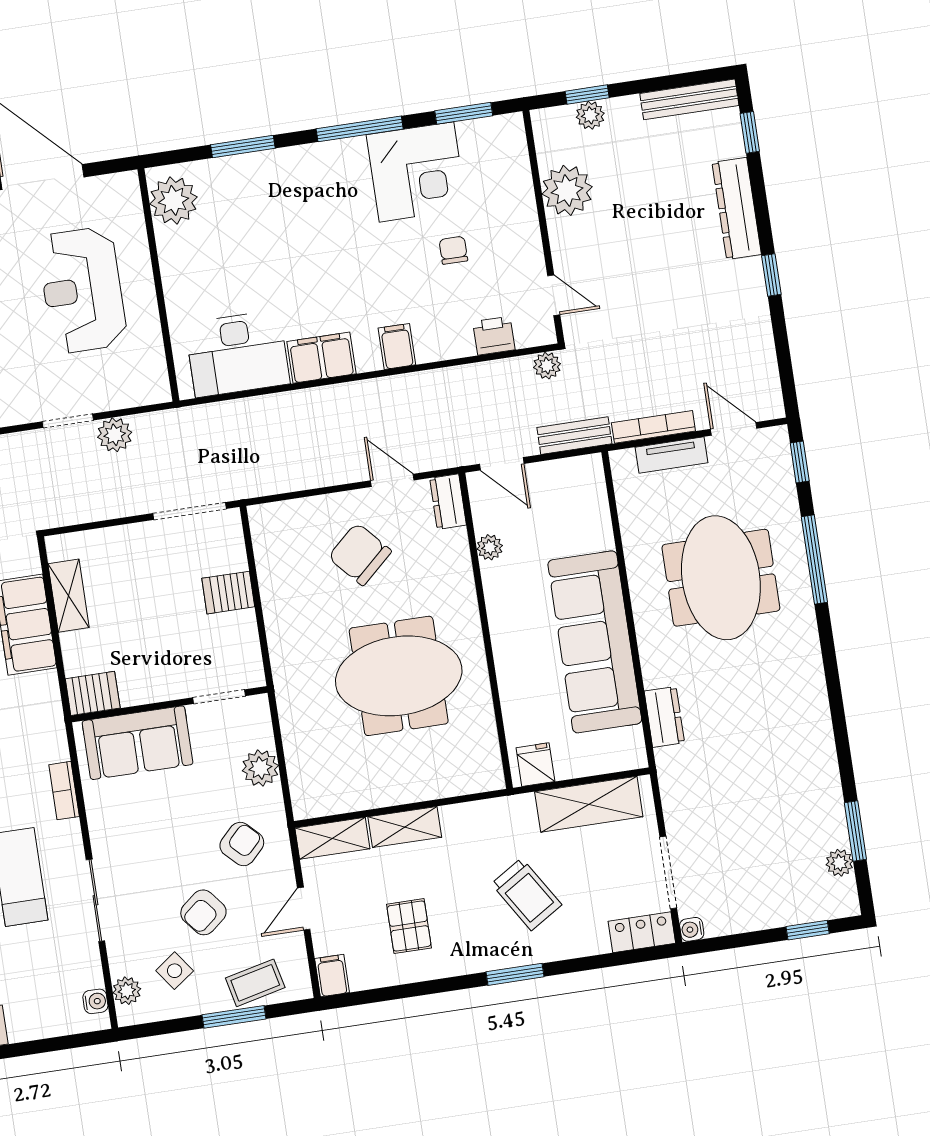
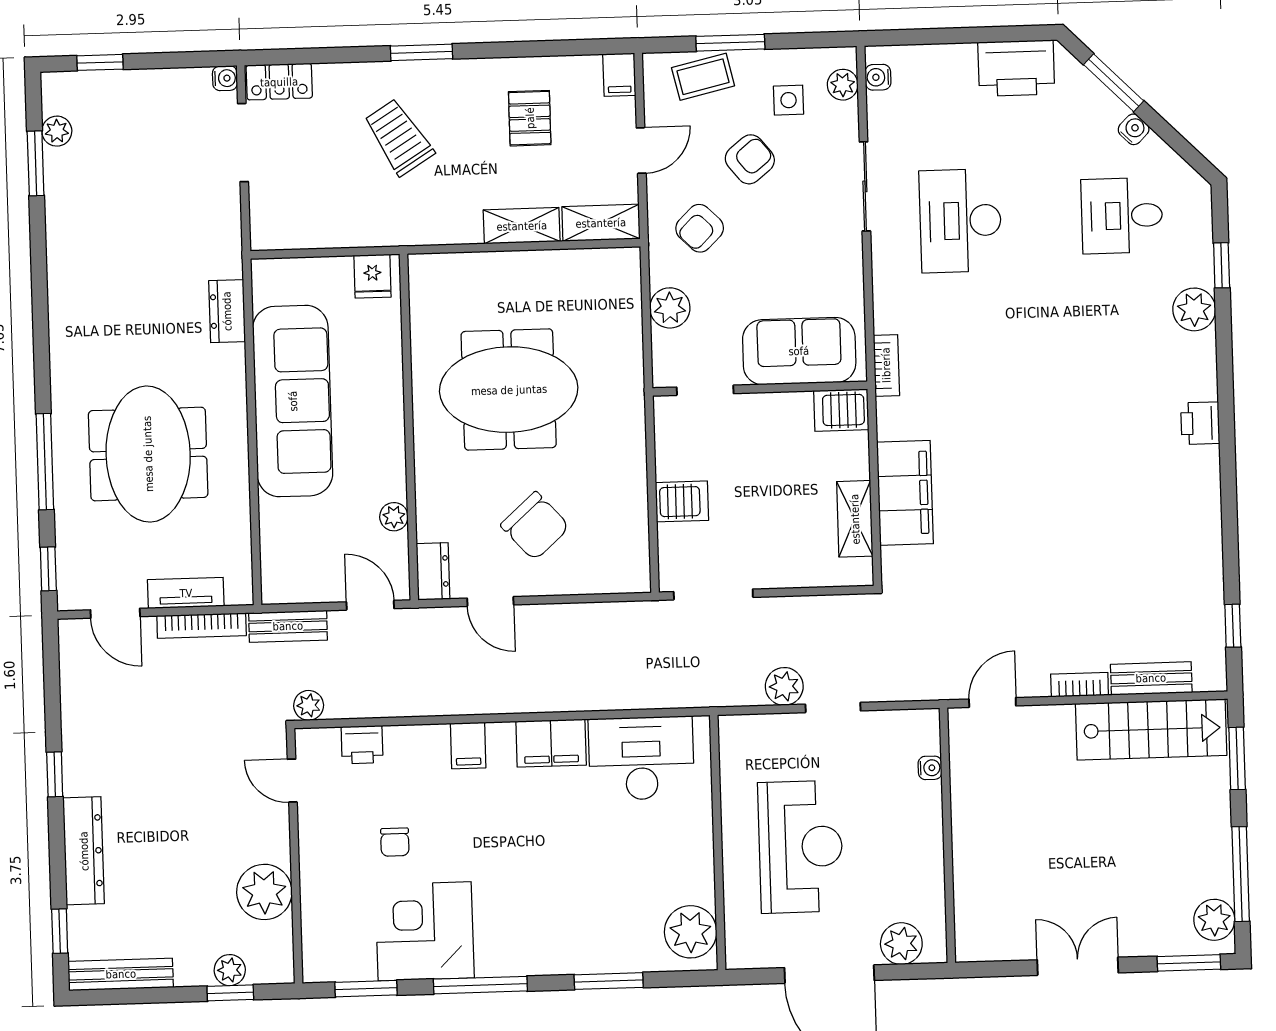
bookcase: (64, 791) -> (886, 365), moved
shelving: (589, 804) -> (320, 227), removed
side table: (175, 971) -> (789, 100), turned 36

